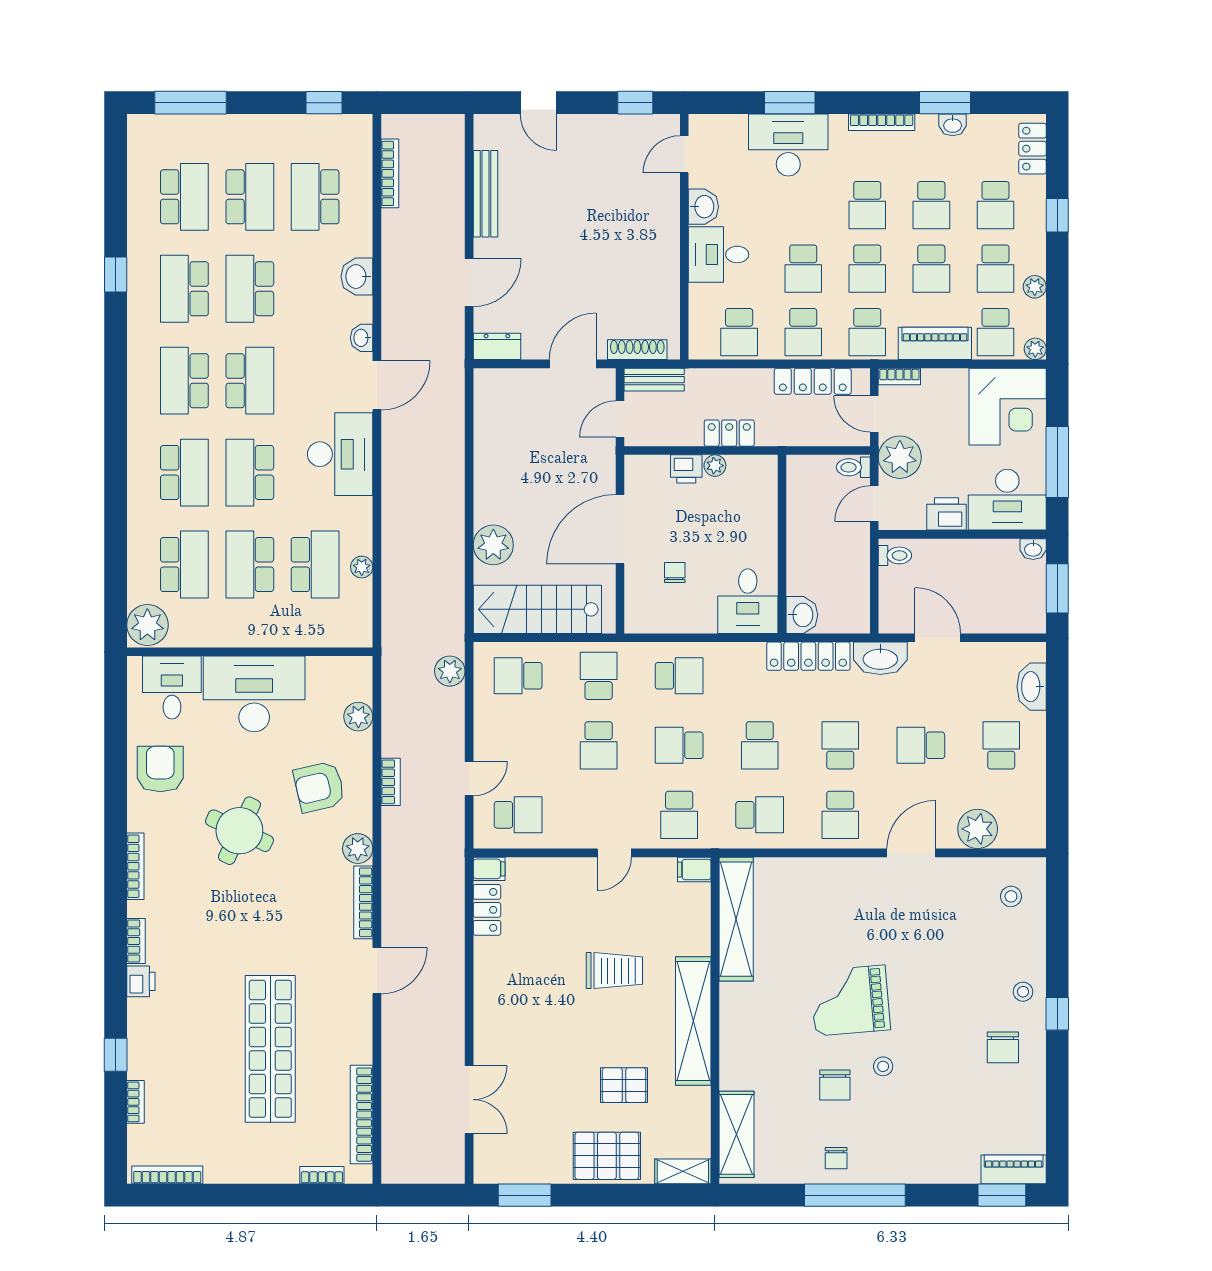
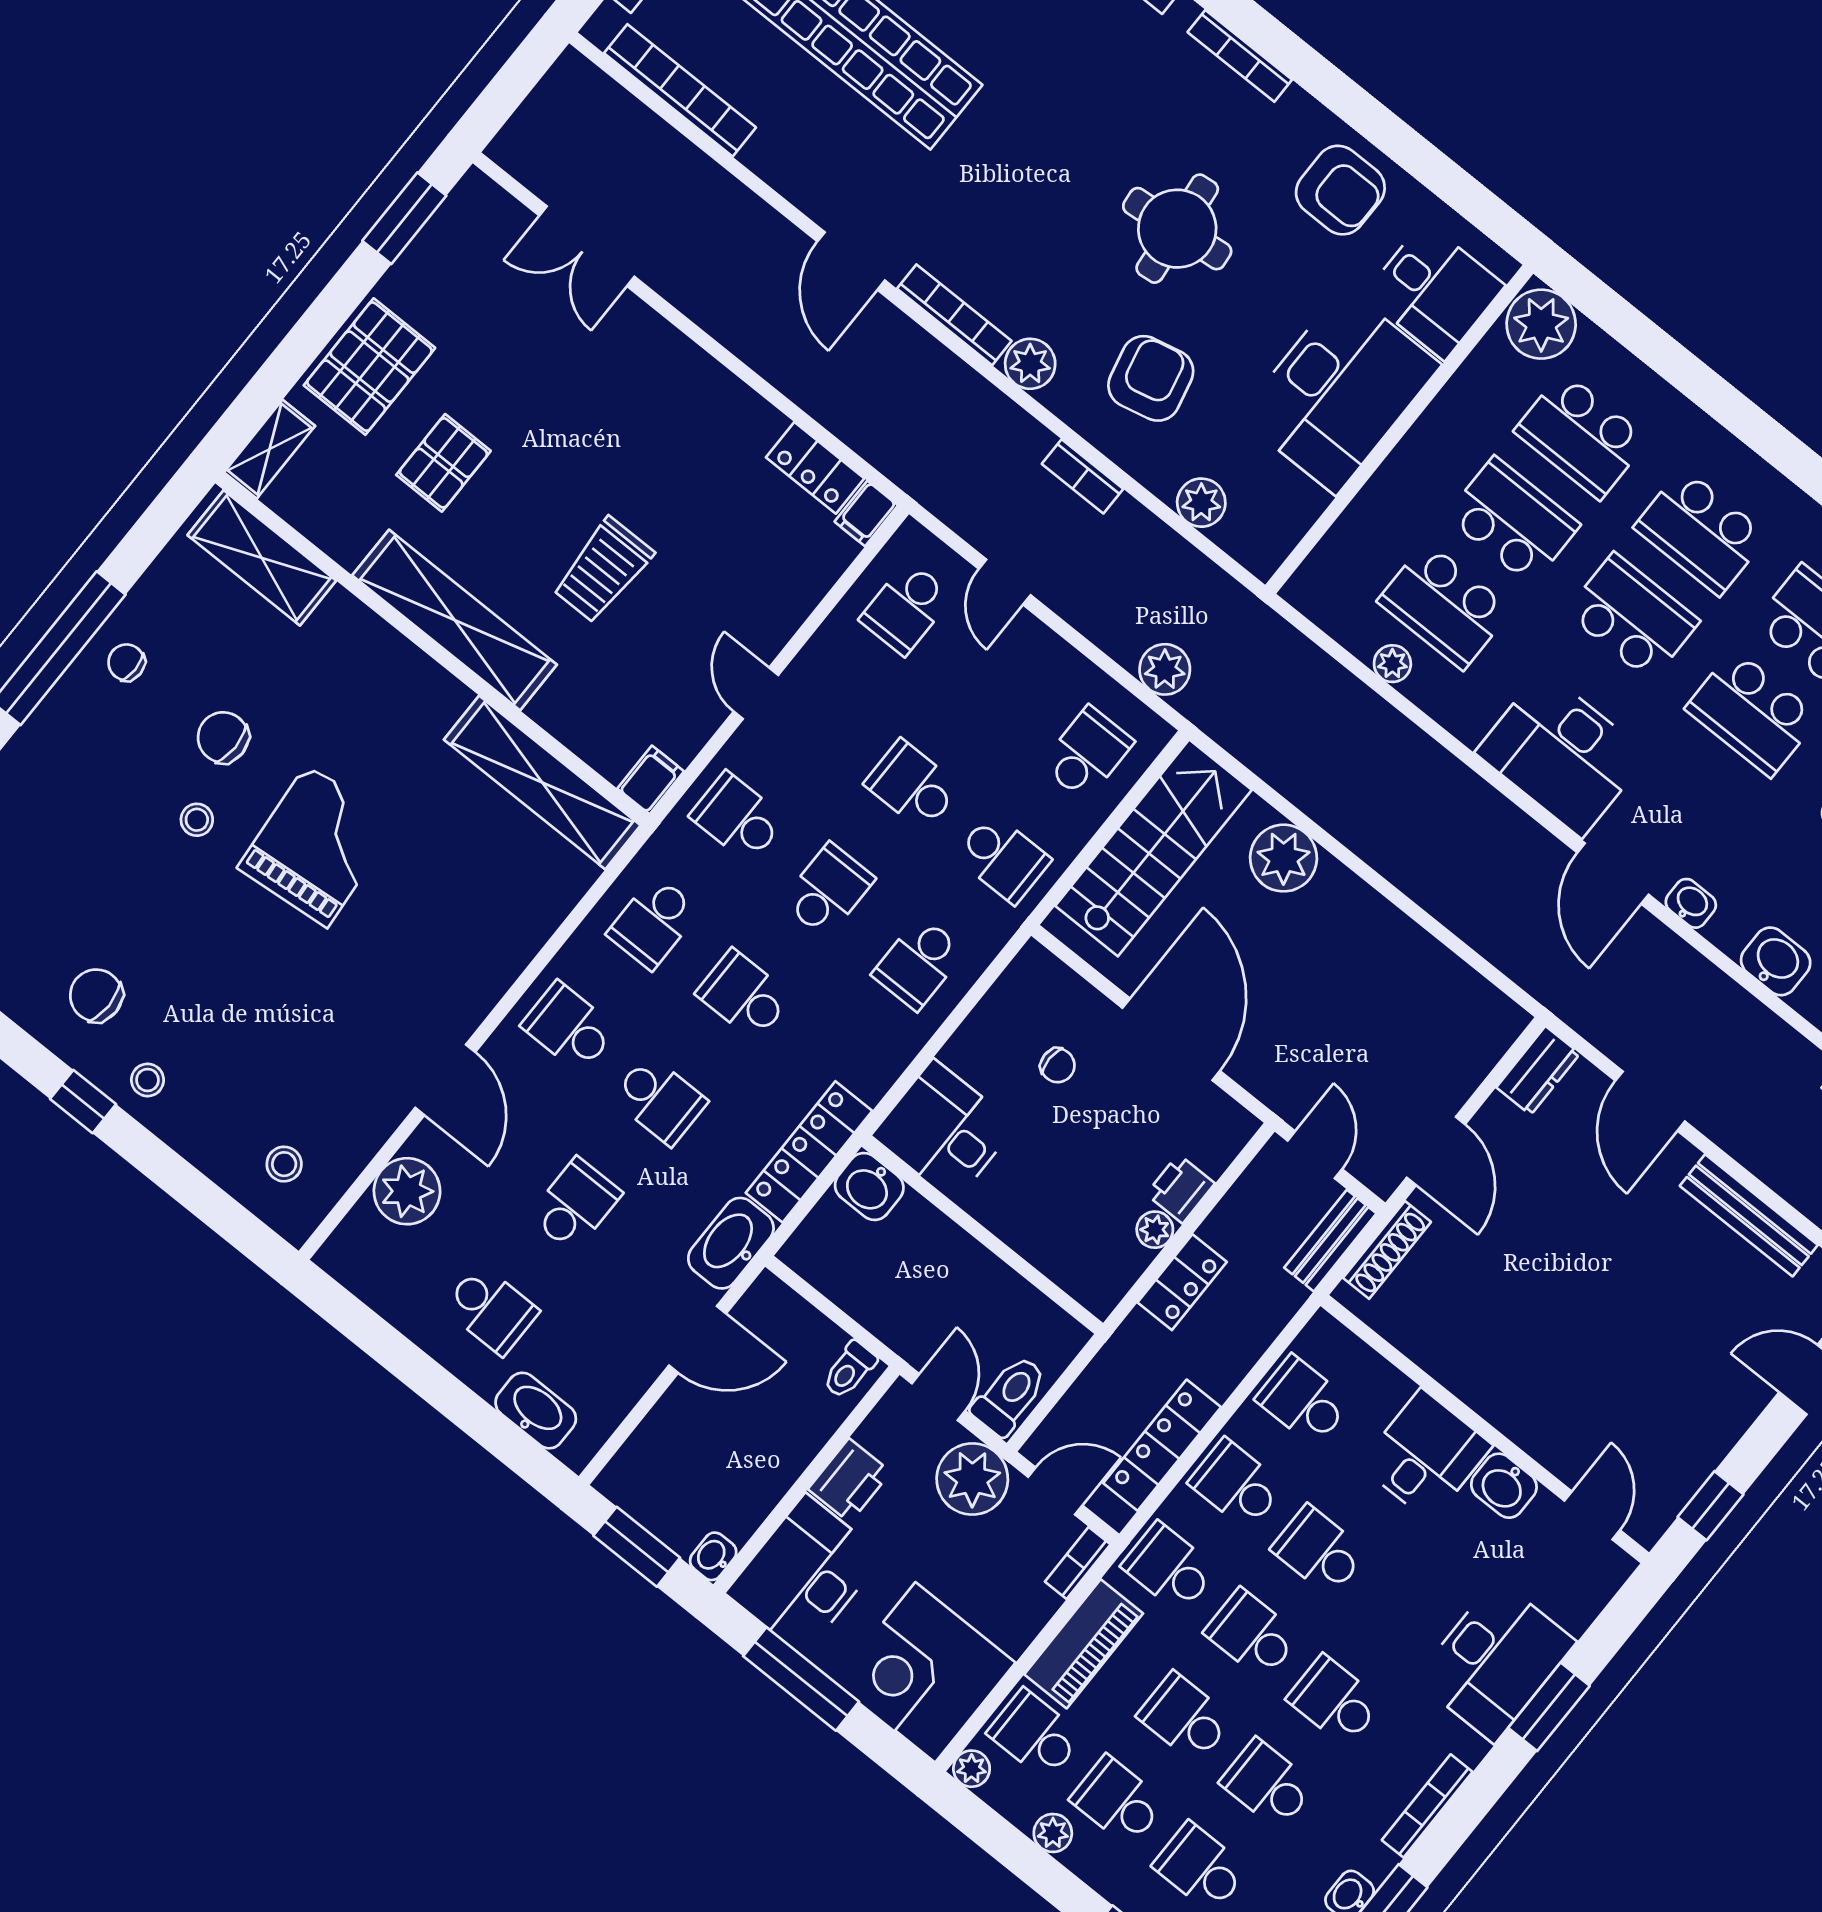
toilet: (853, 467) -> (1010, 1395), width x1.37, depth x1.39
round table: (239, 831) -> (1177, 229), turned -31

